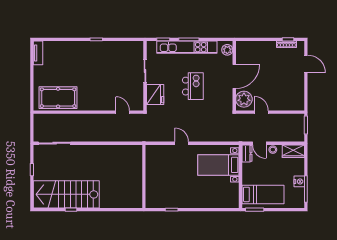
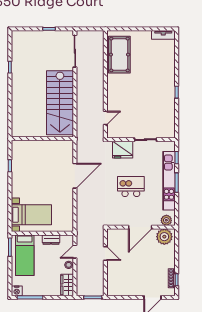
door: (234, 77) -> (140, 227), hinge flipped
kitchen island: (193, 86) -> (131, 187), turned 180
plant: (244, 99) -> (164, 237), moved
door: (261, 112) -> (105, 253), hinge flipped
door: (182, 143) -> (75, 176), width x1.87
dresser: (247, 153) -> (51, 240), moved
bed with nightstands: (218, 165) -> (31, 215), moved, turned 90
nightstand: (299, 181) -> (17, 291), moved
stairs: (66, 194) -> (60, 103), moved, turned 180

